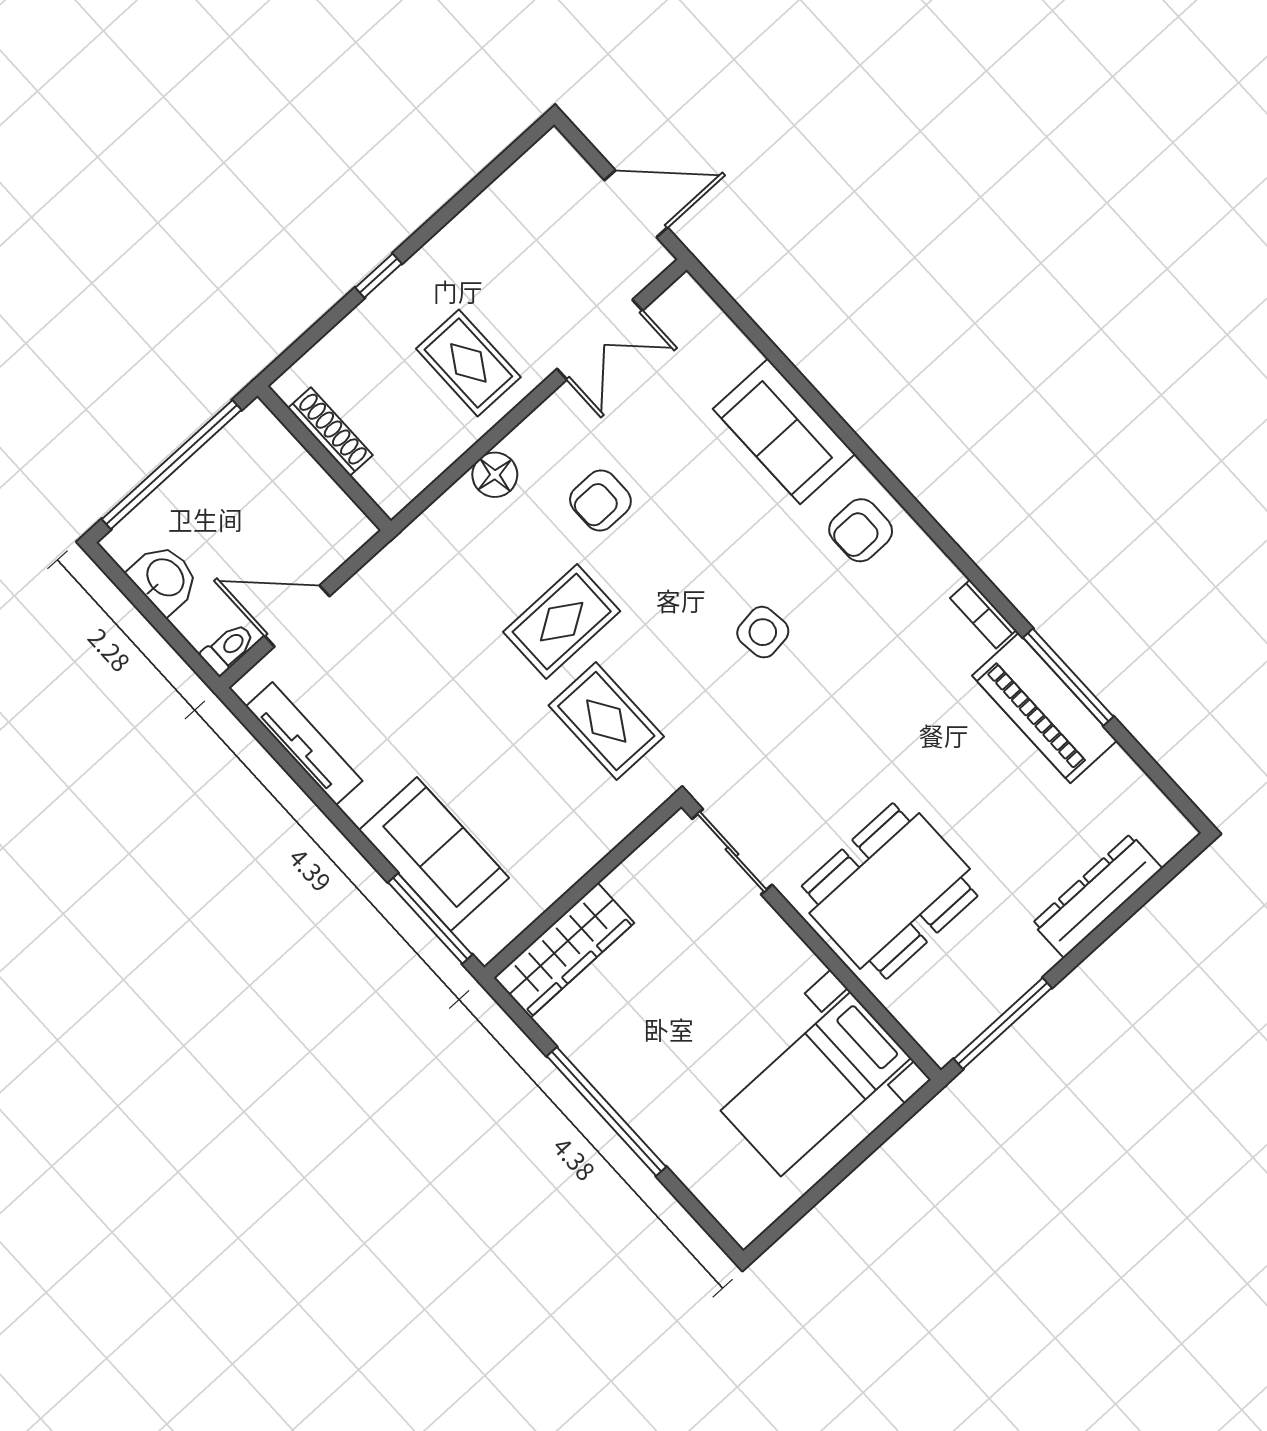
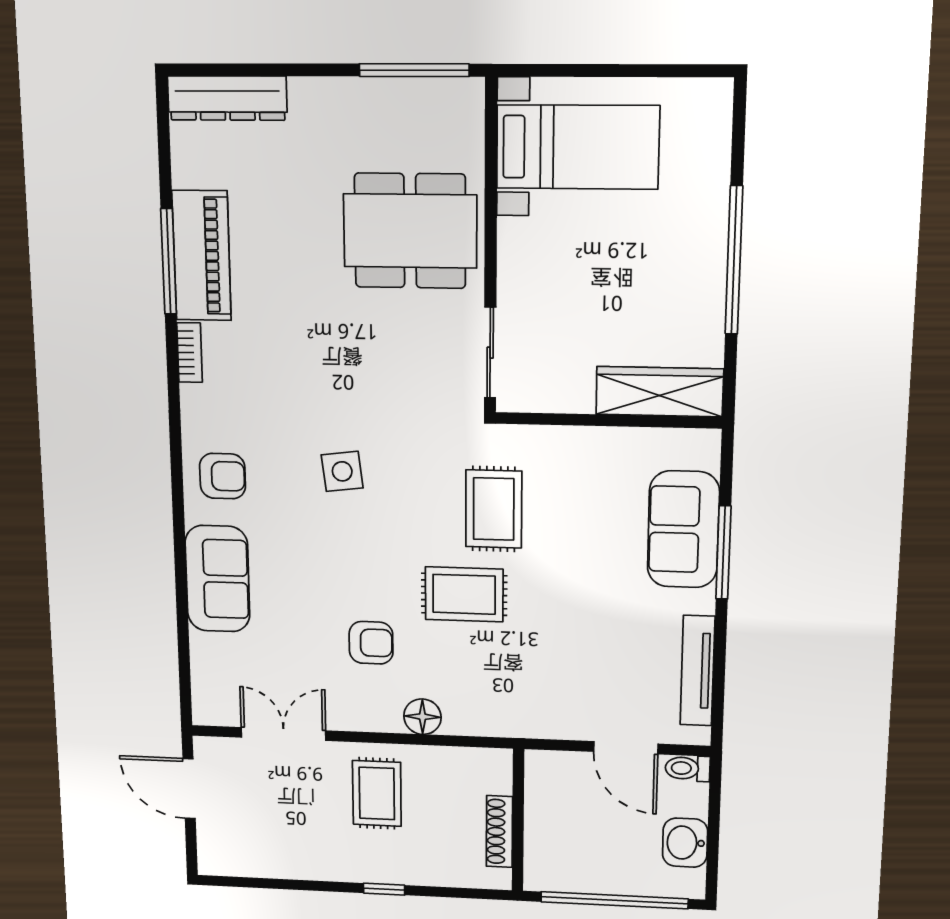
dresser: (1097, 896) -> (227, 98), moved
window: (430, 918) -> (723, 553), moved

